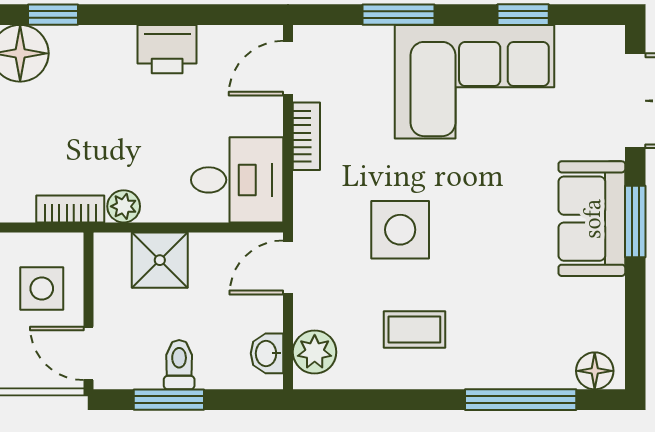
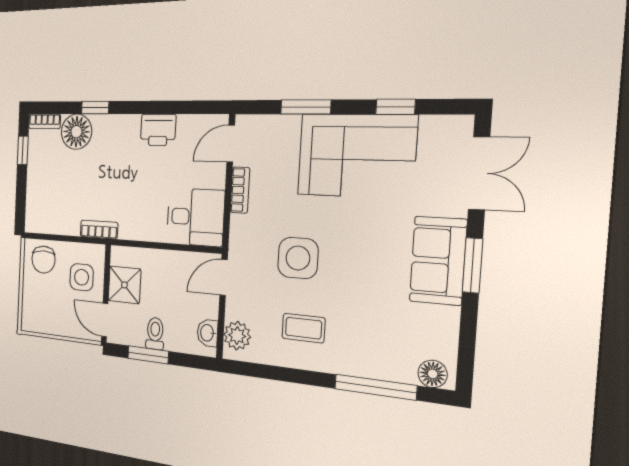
plant: (124, 206) -> (128, 230), removed
shower: (160, 260) -> (124, 285), moved

